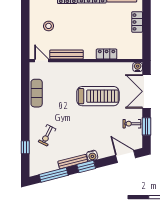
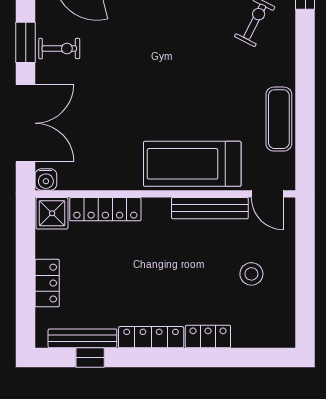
shower: (135, 52) -> (52, 213), added
locker: (107, 54) -> (105, 209), width x1.53
treadmill: (98, 96) -> (192, 164), moved

